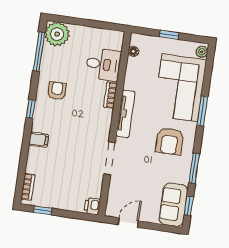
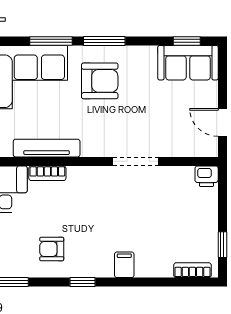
tv unit: (126, 114) -> (47, 148), moved
window: (194, 168) -> (104, 41), moved

